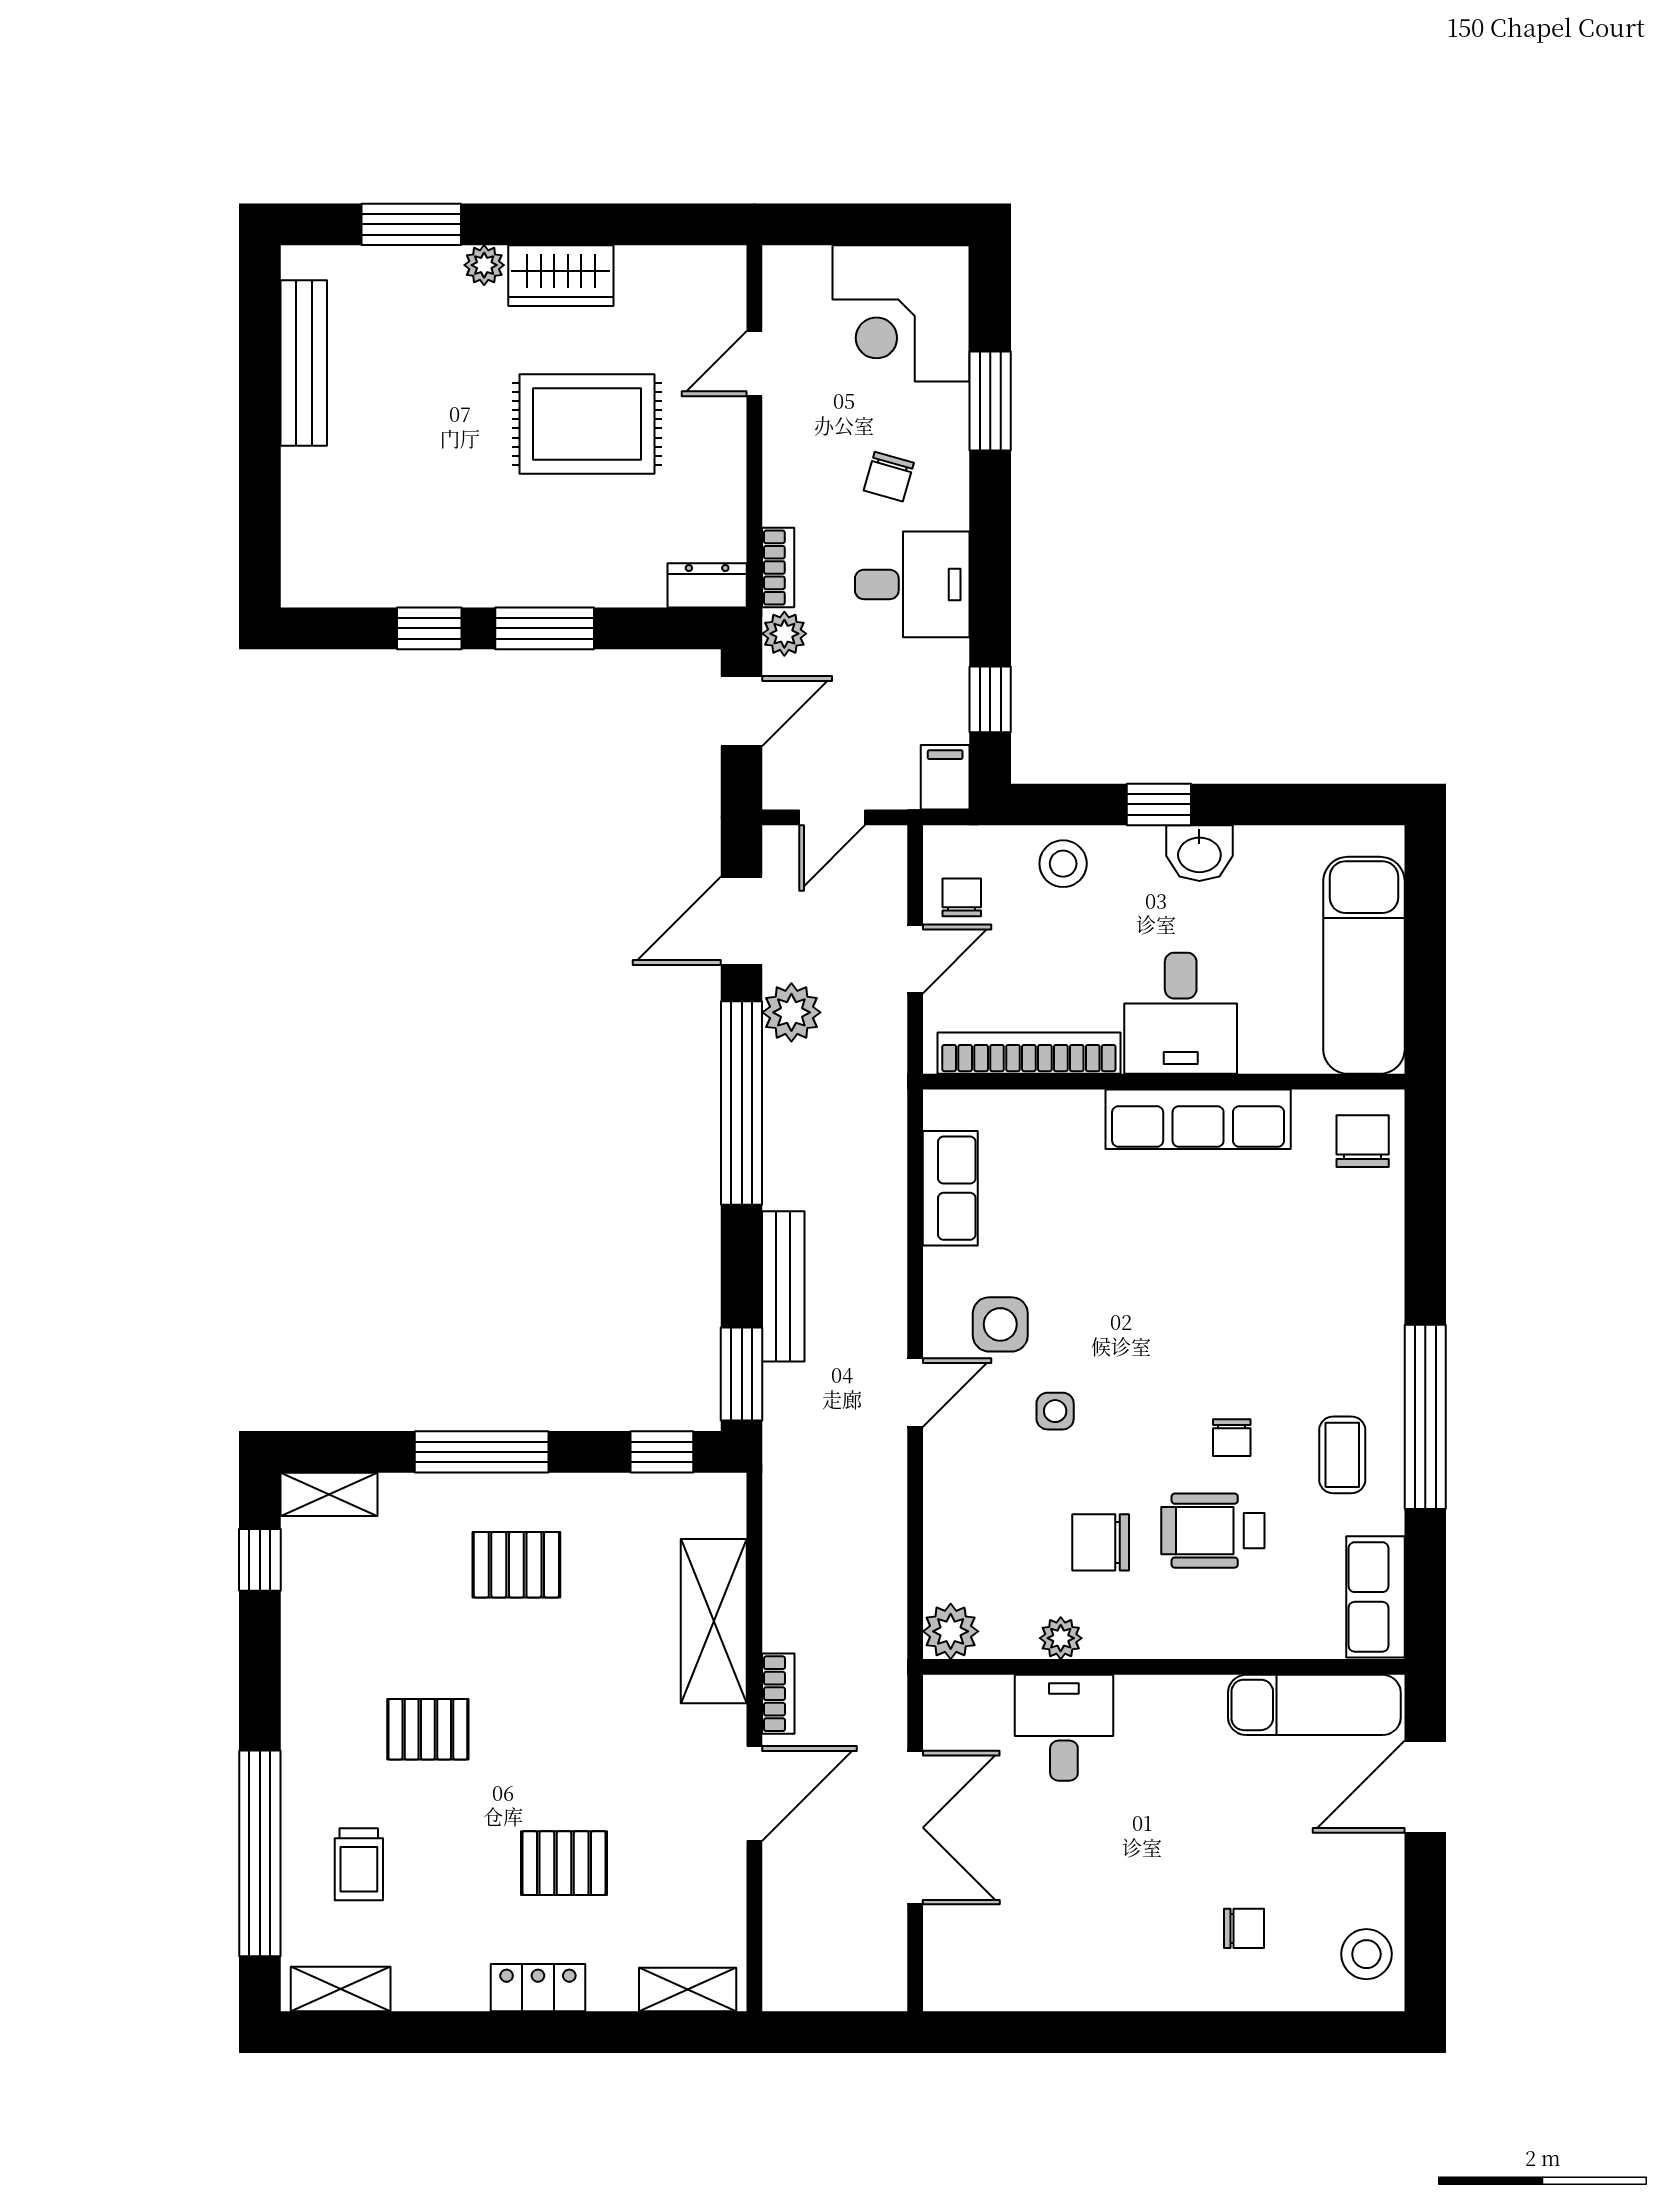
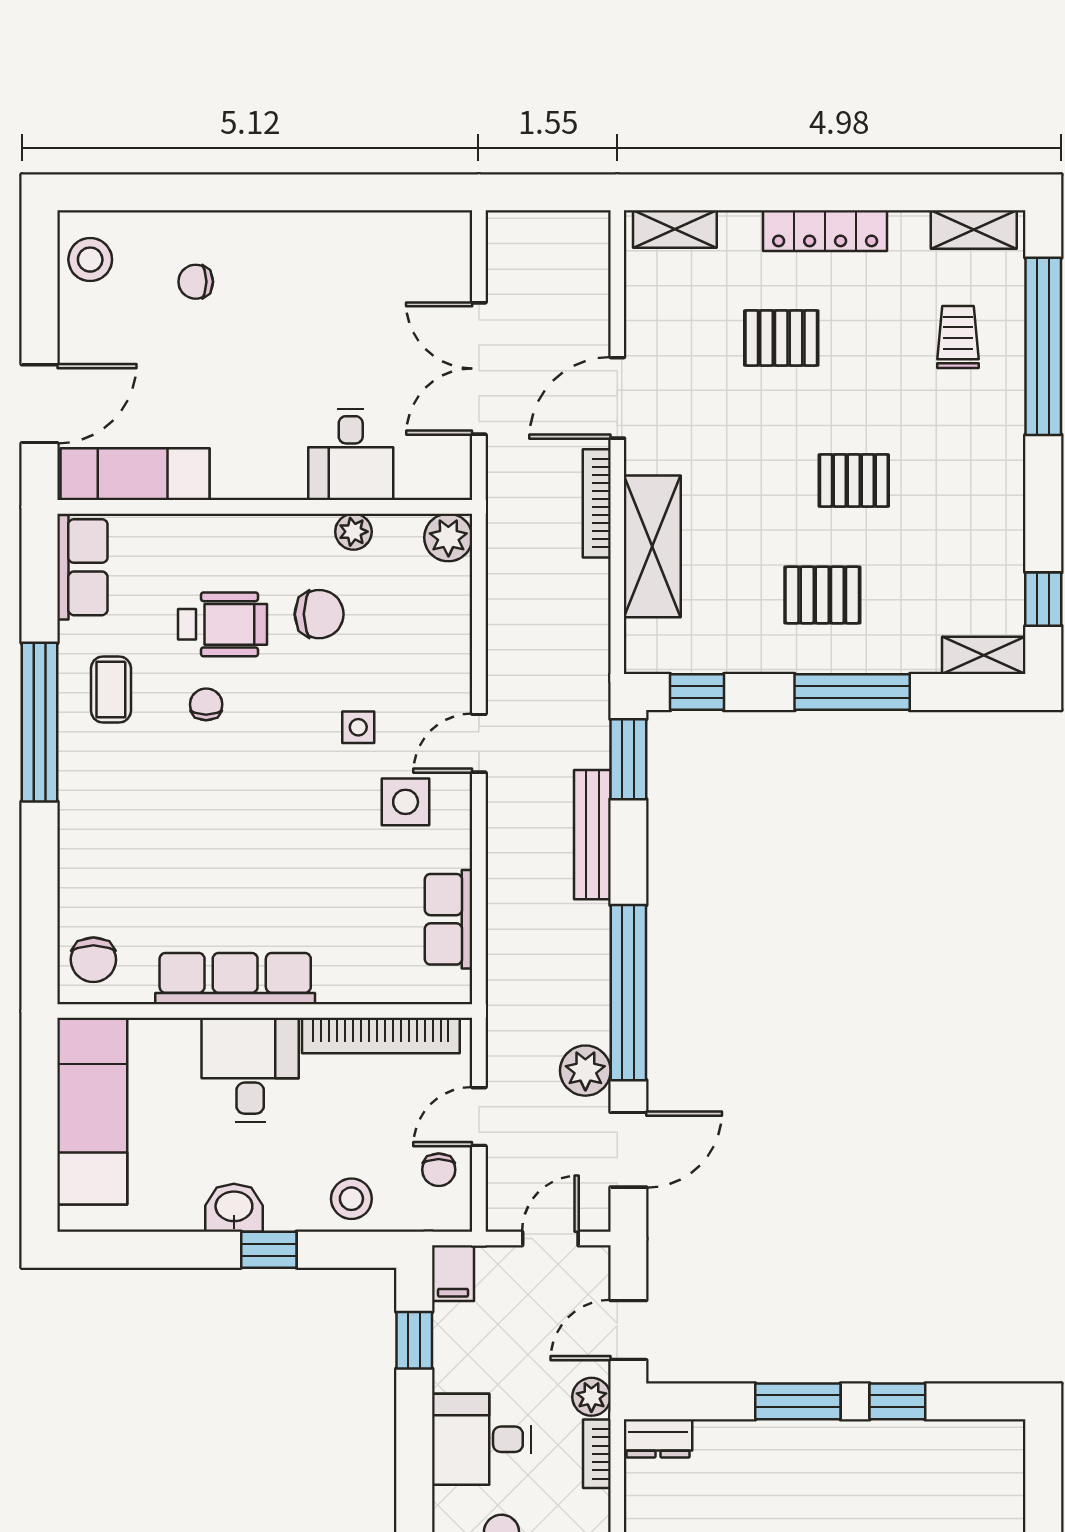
bookcase: (778, 1694) -> (597, 503), width x1.56
pallet: (428, 1729) -> (854, 480), moved
locker: (538, 1988) -> (825, 231), width x1.53

